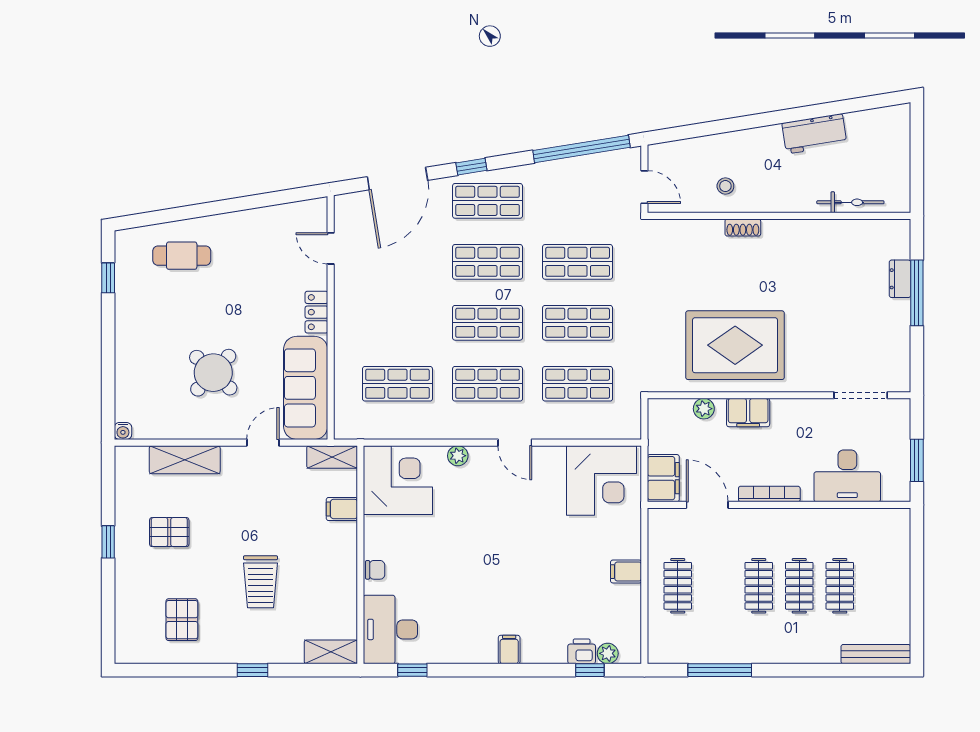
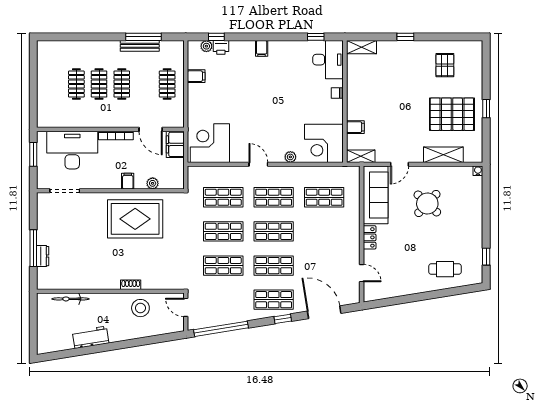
door: (397, 179) -> (324, 312), hinge flipped
stool: (725, 186) -> (140, 308), width x1.89, depth x1.89
filing cabinet: (748, 413) -> (128, 181), width x0.50
desk: (847, 476) -> (72, 150), width x1.36, depth x1.30
pallet: (169, 532) -> (452, 114), width x2.05, depth x2.00
filing cabinet: (626, 572) -> (196, 76), moved
trolley: (261, 582) -> (401, 86), removed
bench: (876, 654) -> (140, 46), moved

